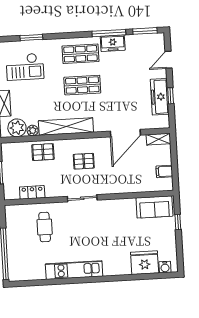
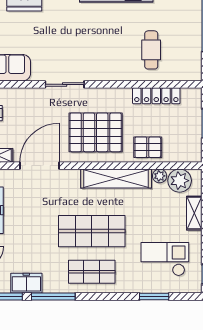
freezer: (113, 43) -> (26, 283), moved
shop shelf: (82, 85) -> (92, 231), width x1.43, depth x1.36
pallet: (84, 161) -> (96, 132), width x2.05, depth x2.00
locker: (32, 192) -> (156, 96), width x1.53
sliding door: (82, 198) -> (65, 84), moved

